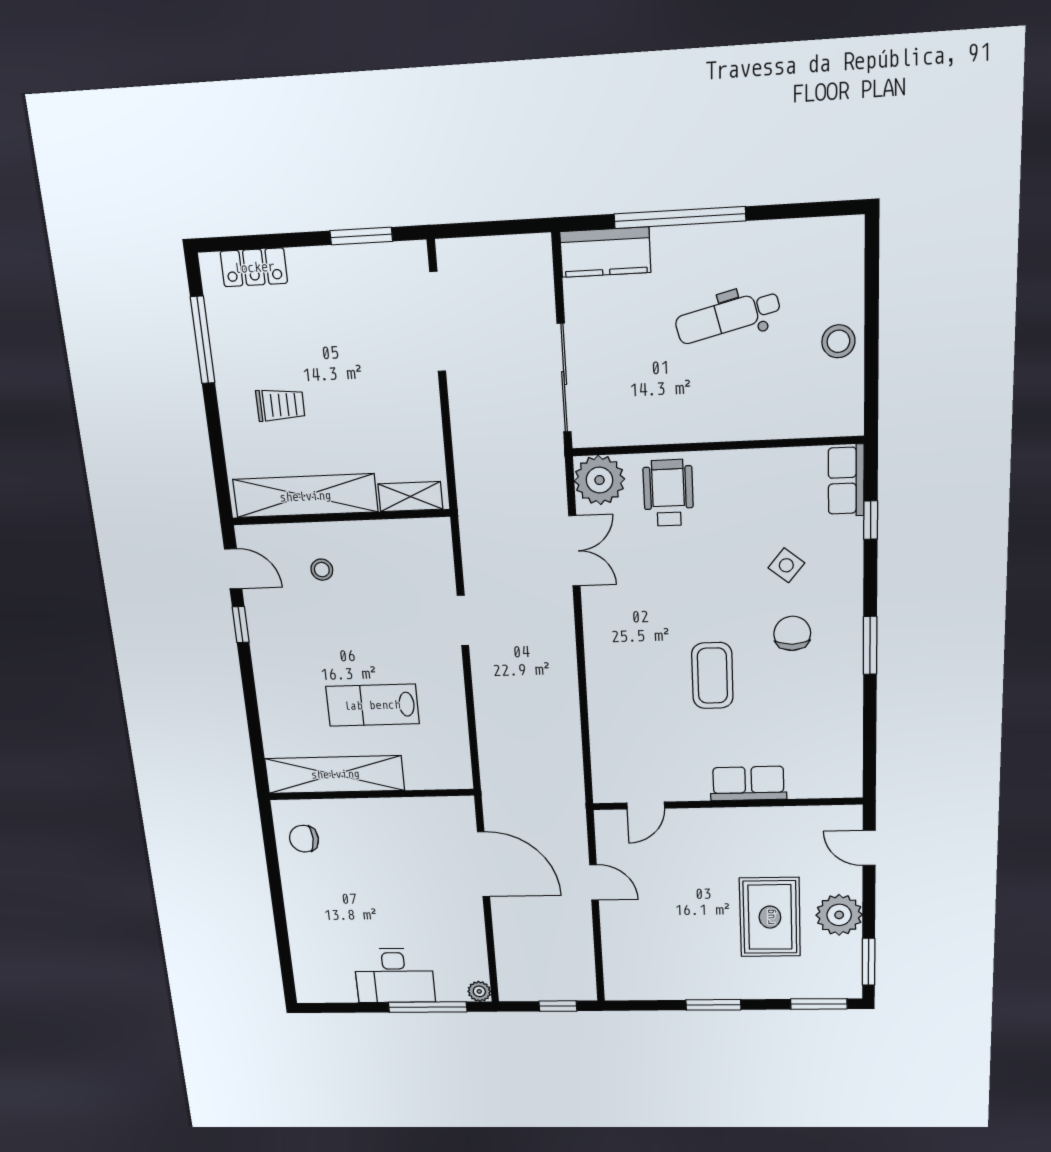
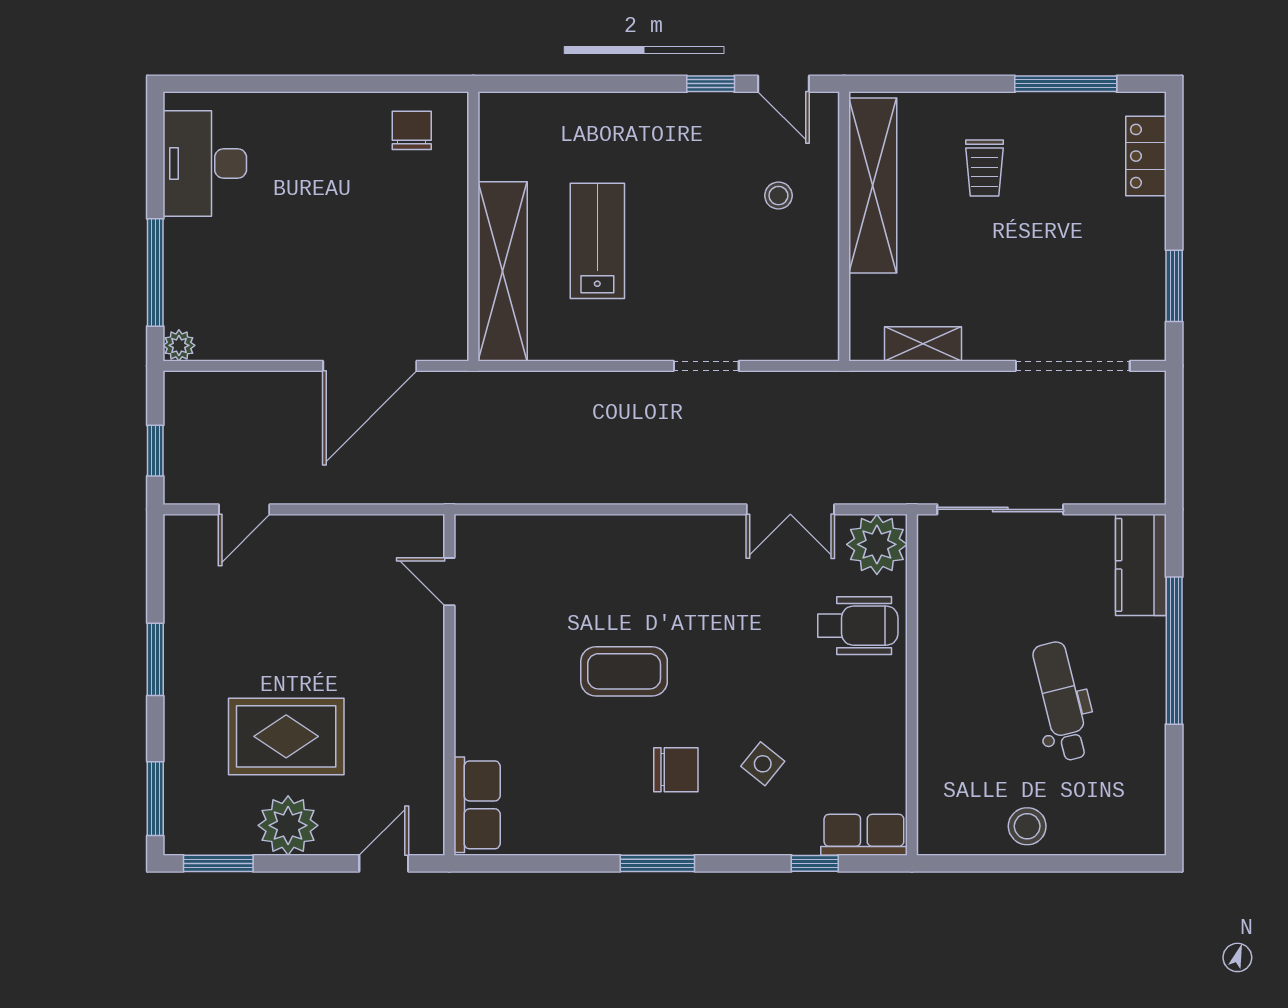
shelving: (410, 497) -> (923, 344), moved, turned 90
door: (233, 569) -> (784, 84), hinge flipped
shelving: (335, 774) -> (503, 271), moved
row of seats: (748, 783) -> (477, 805), moved
door: (594, 882) -> (244, 509), moved
desk: (394, 975) -> (205, 164), moved

